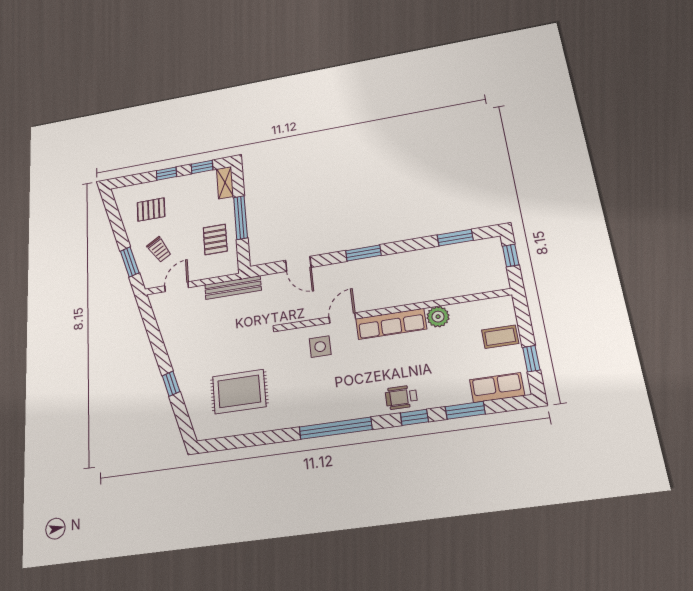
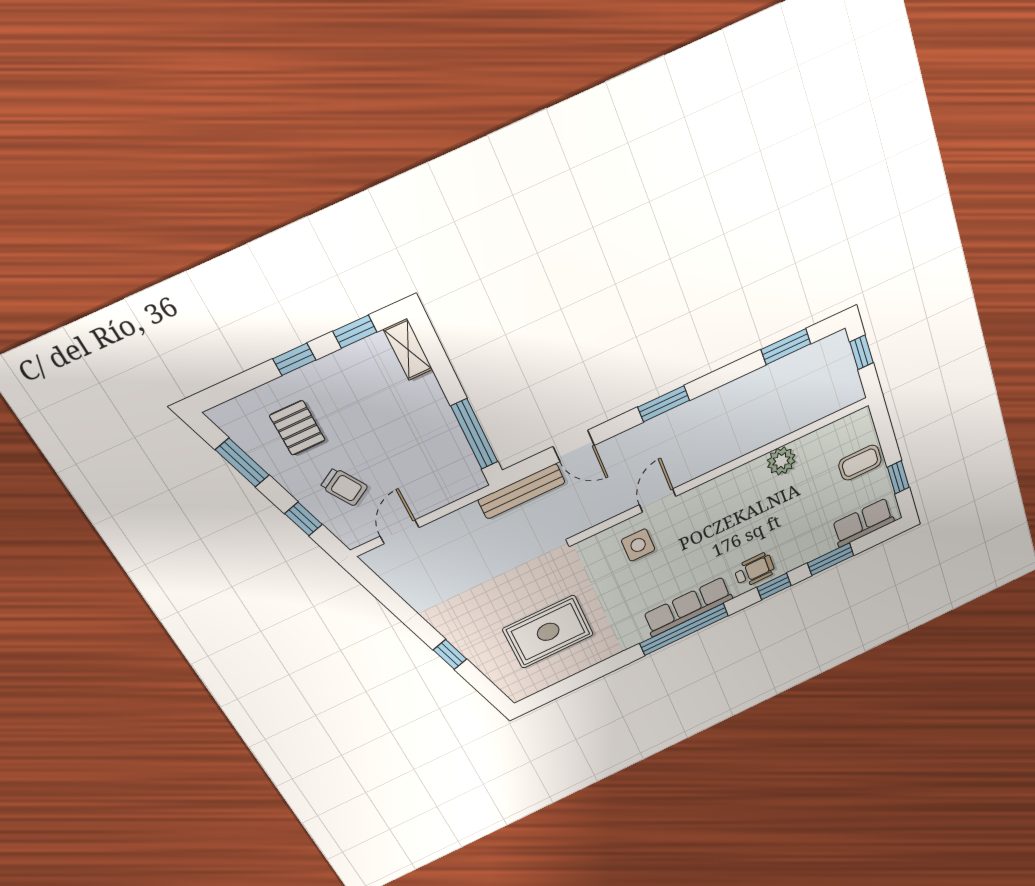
pallet: (151, 210) -> (297, 428), turned 90
window: (240, 218) -> (474, 434), moved
window: (116, 220) -> (242, 463), added
pallet: (215, 239) -> (431, 446), removed
window: (130, 262) -> (303, 519), width x0.67
bench: (233, 288) -> (522, 491), moved
row of seats: (391, 324) -> (688, 607), moved, turned 180
wheelchair: (401, 397) -> (754, 570), turned 180

